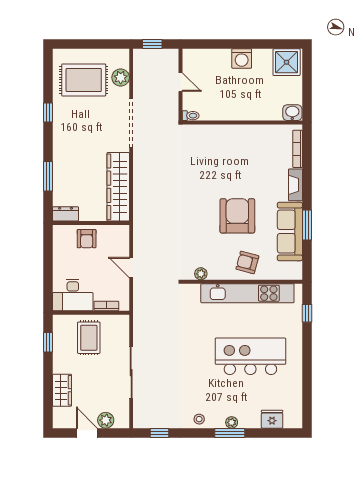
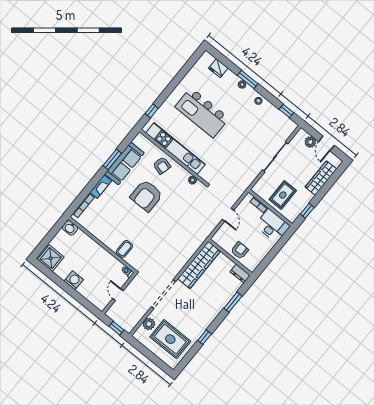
coffee table: (214, 138) -> (124, 249), added
wardrobe: (62, 390) -> (321, 178), width x1.50

